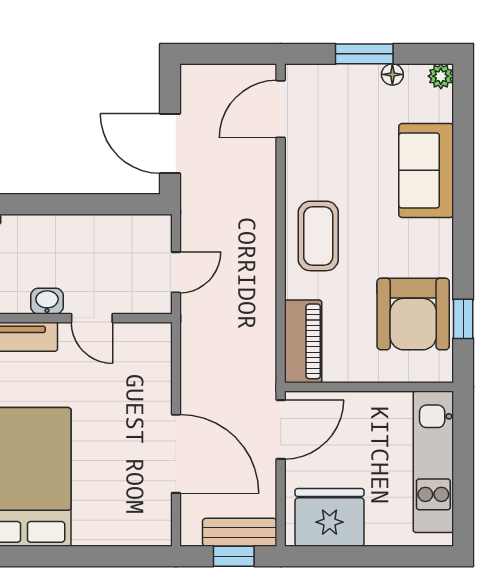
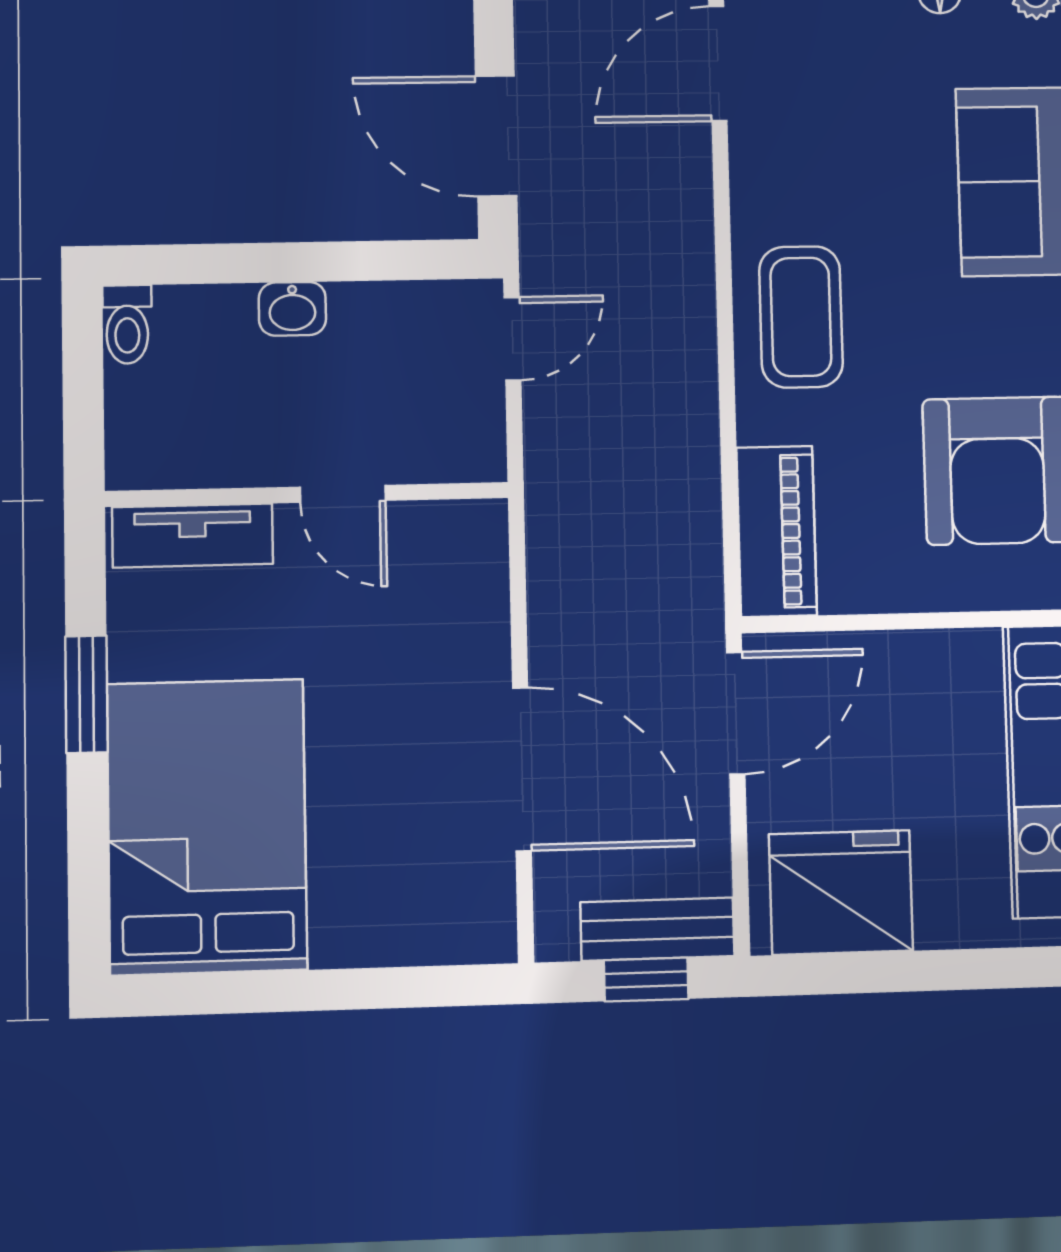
door: (176, 272) -> (512, 339), moved
washbasin: (47, 301) -> (292, 309), moved, turned 180

